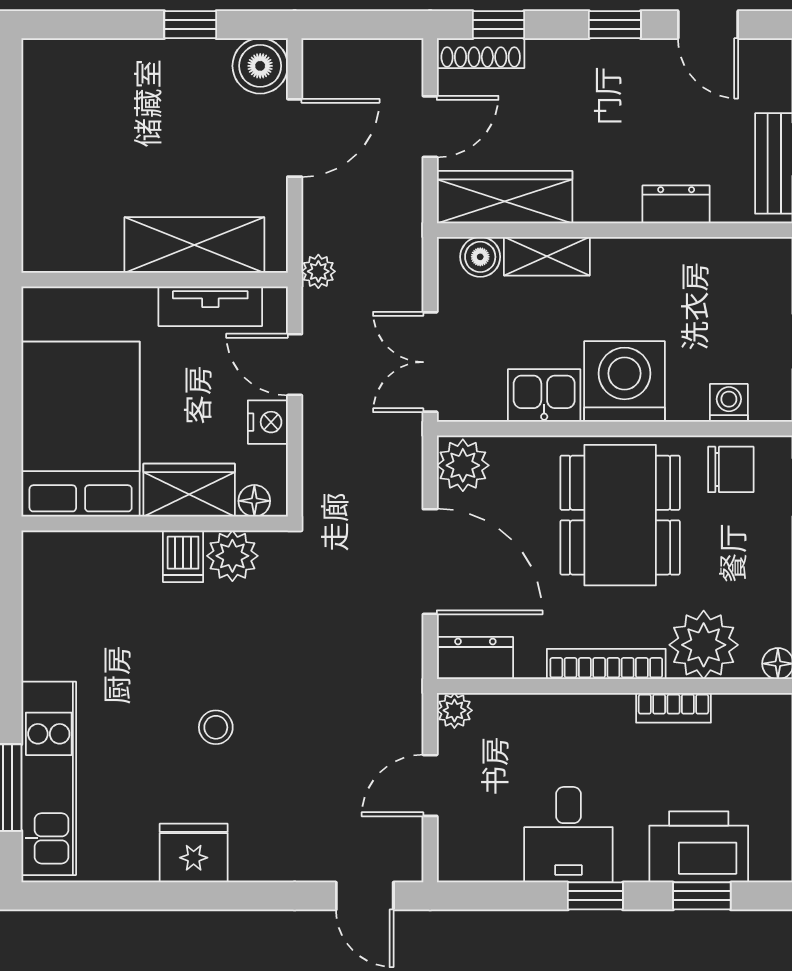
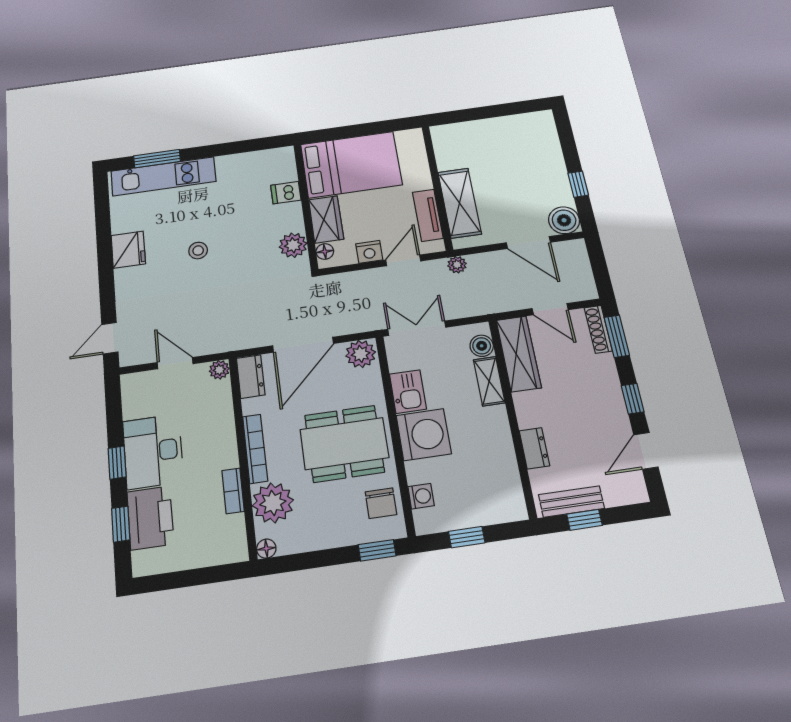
window: (498, 25) -> (617, 336), width x1.50
dishwasher: (183, 556) -> (286, 193), moved
desk: (568, 835) -> (153, 451), width x1.37

